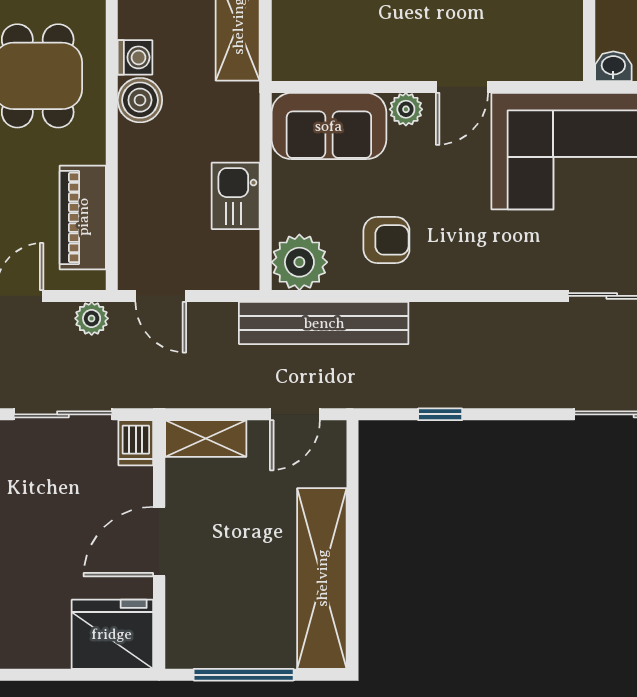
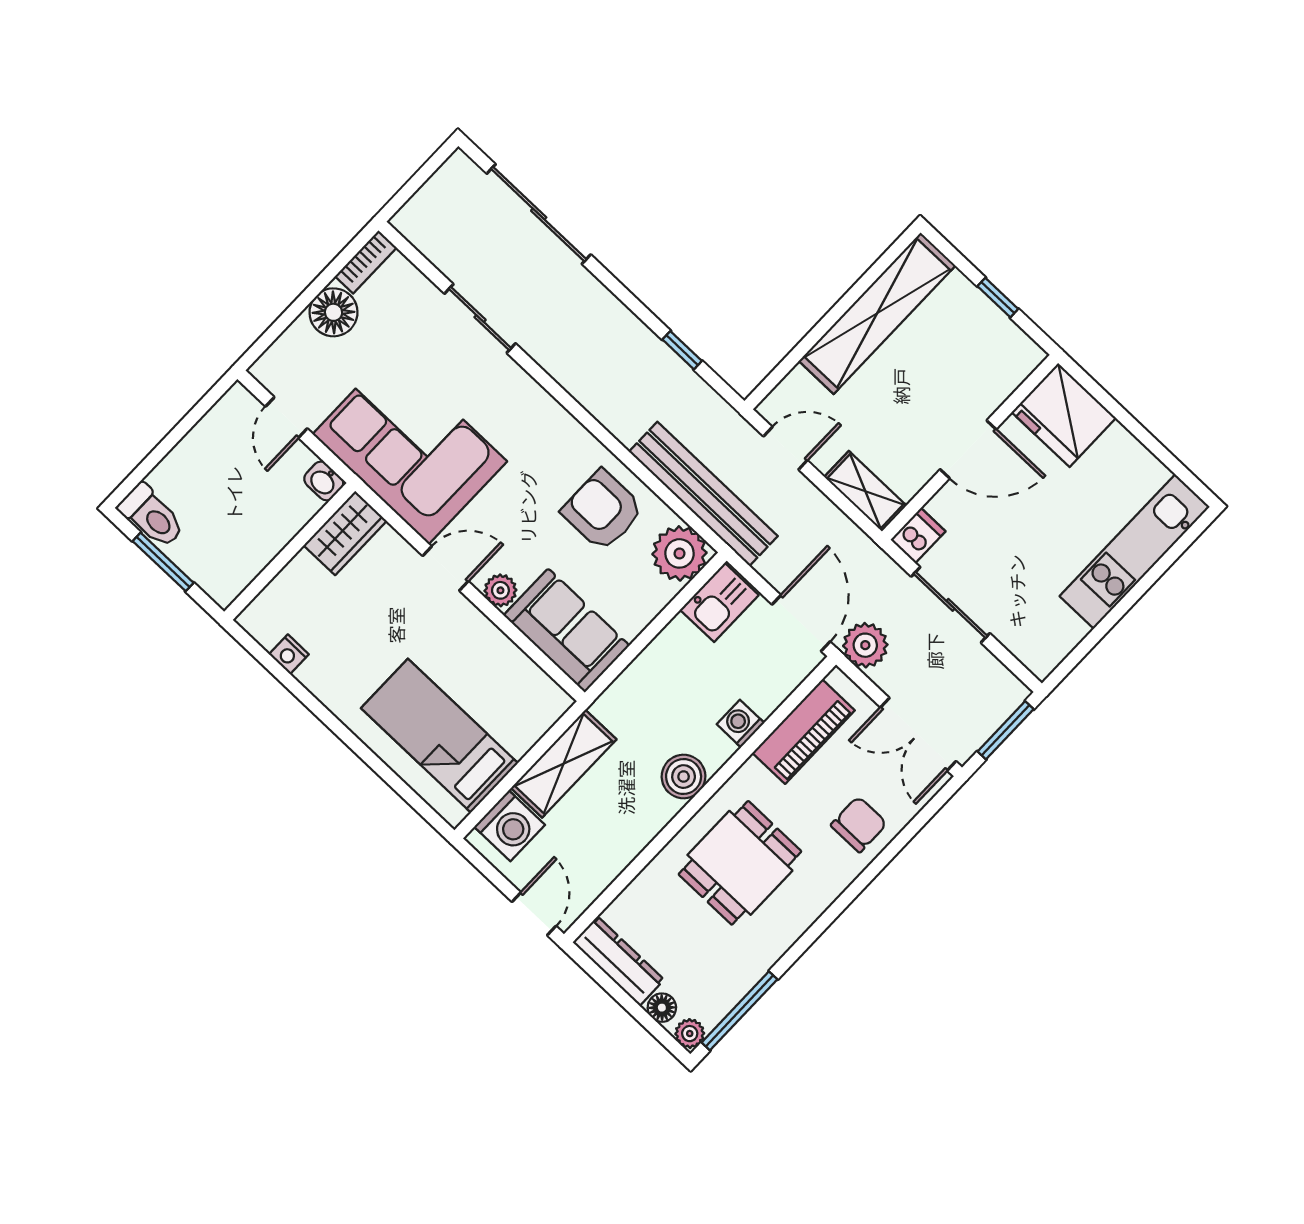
wardrobe: (561, 43) -> (345, 533), added
washing machine: (135, 57) -> (741, 724), moved
kitchen sink: (236, 196) -> (719, 602), moved
armchair: (386, 240) -> (603, 511), width x1.38, depth x1.38
door: (161, 296) -> (801, 623), width x1.38
plant: (92, 318) -> (865, 645), width x1.38, depth x1.38
window: (244, 675) -> (998, 298), width x0.46

